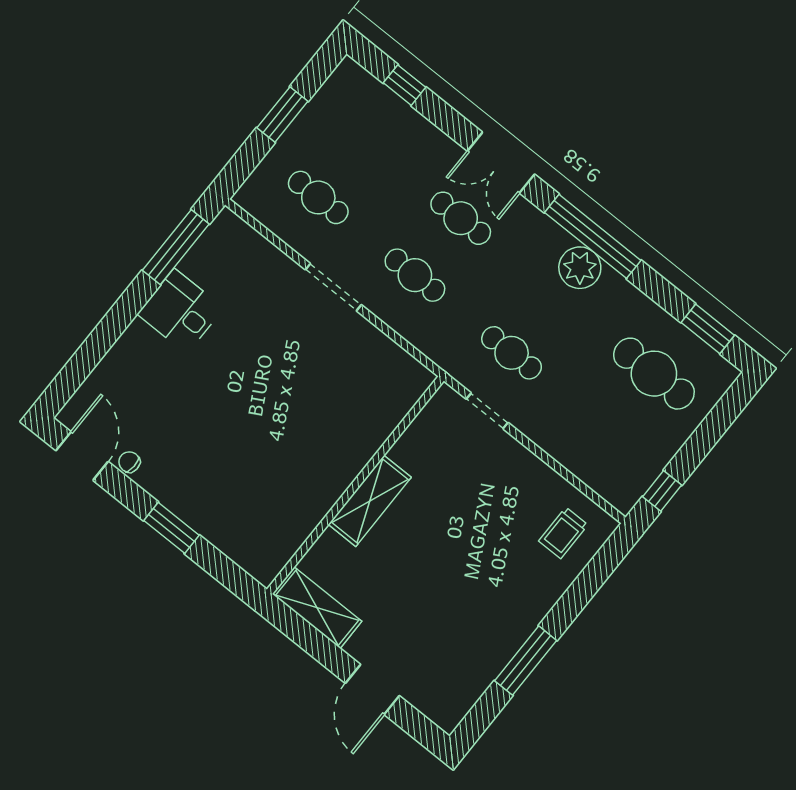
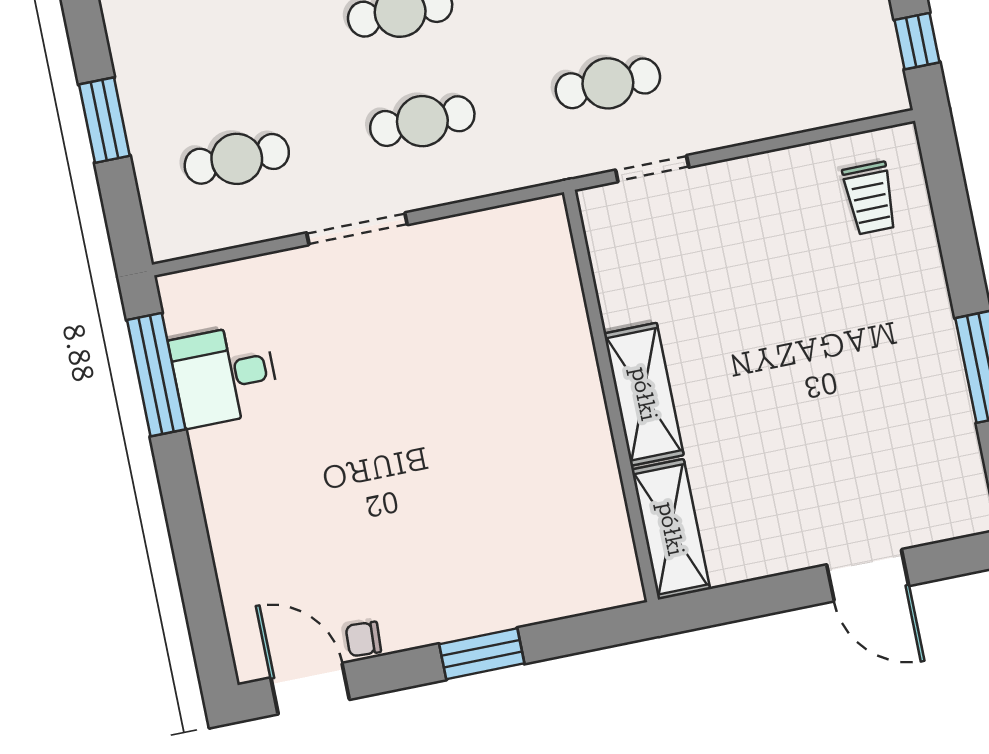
desk: (180, 311) -> (224, 375), moved
shelving: (317, 608) -> (671, 529), moved, turned 90

